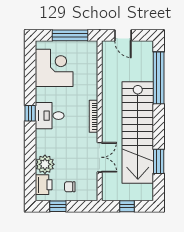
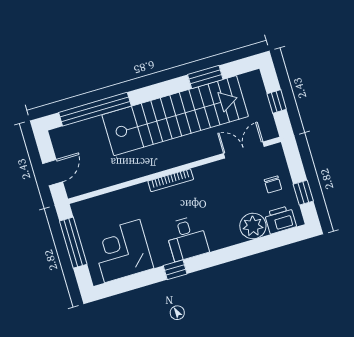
window: (30, 113) -> (175, 270), moved
double door: (100, 157) -> (244, 150), moved

